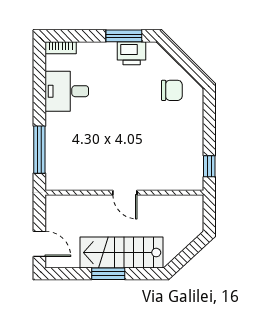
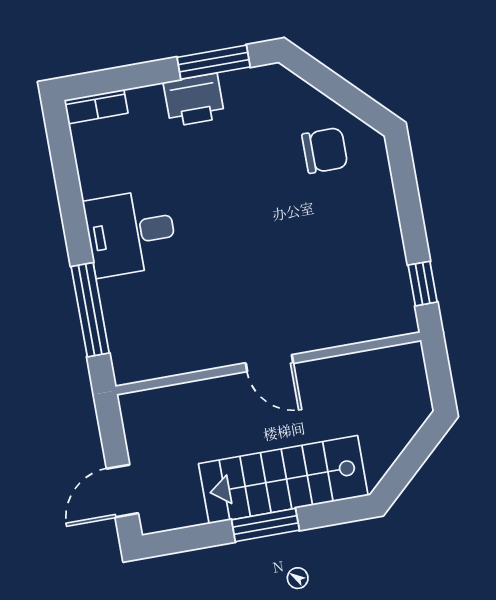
printer: (132, 53) -> (194, 100), moved
desk: (67, 91) -> (131, 233), moved
door: (39, 244) -> (122, 491), swing flipped

